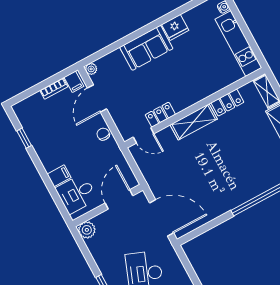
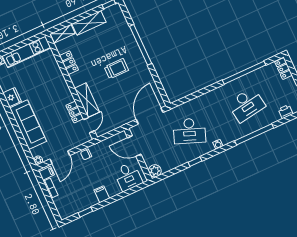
sofa: (146, 48) -> (28, 125), width x1.36
door: (97, 98) -> (60, 157), hinge flipped
shelving: (194, 122) -> (87, 100), moved
trolley: (223, 168) -> (116, 69), added
filing cabinet: (59, 176) -> (102, 194), moved

